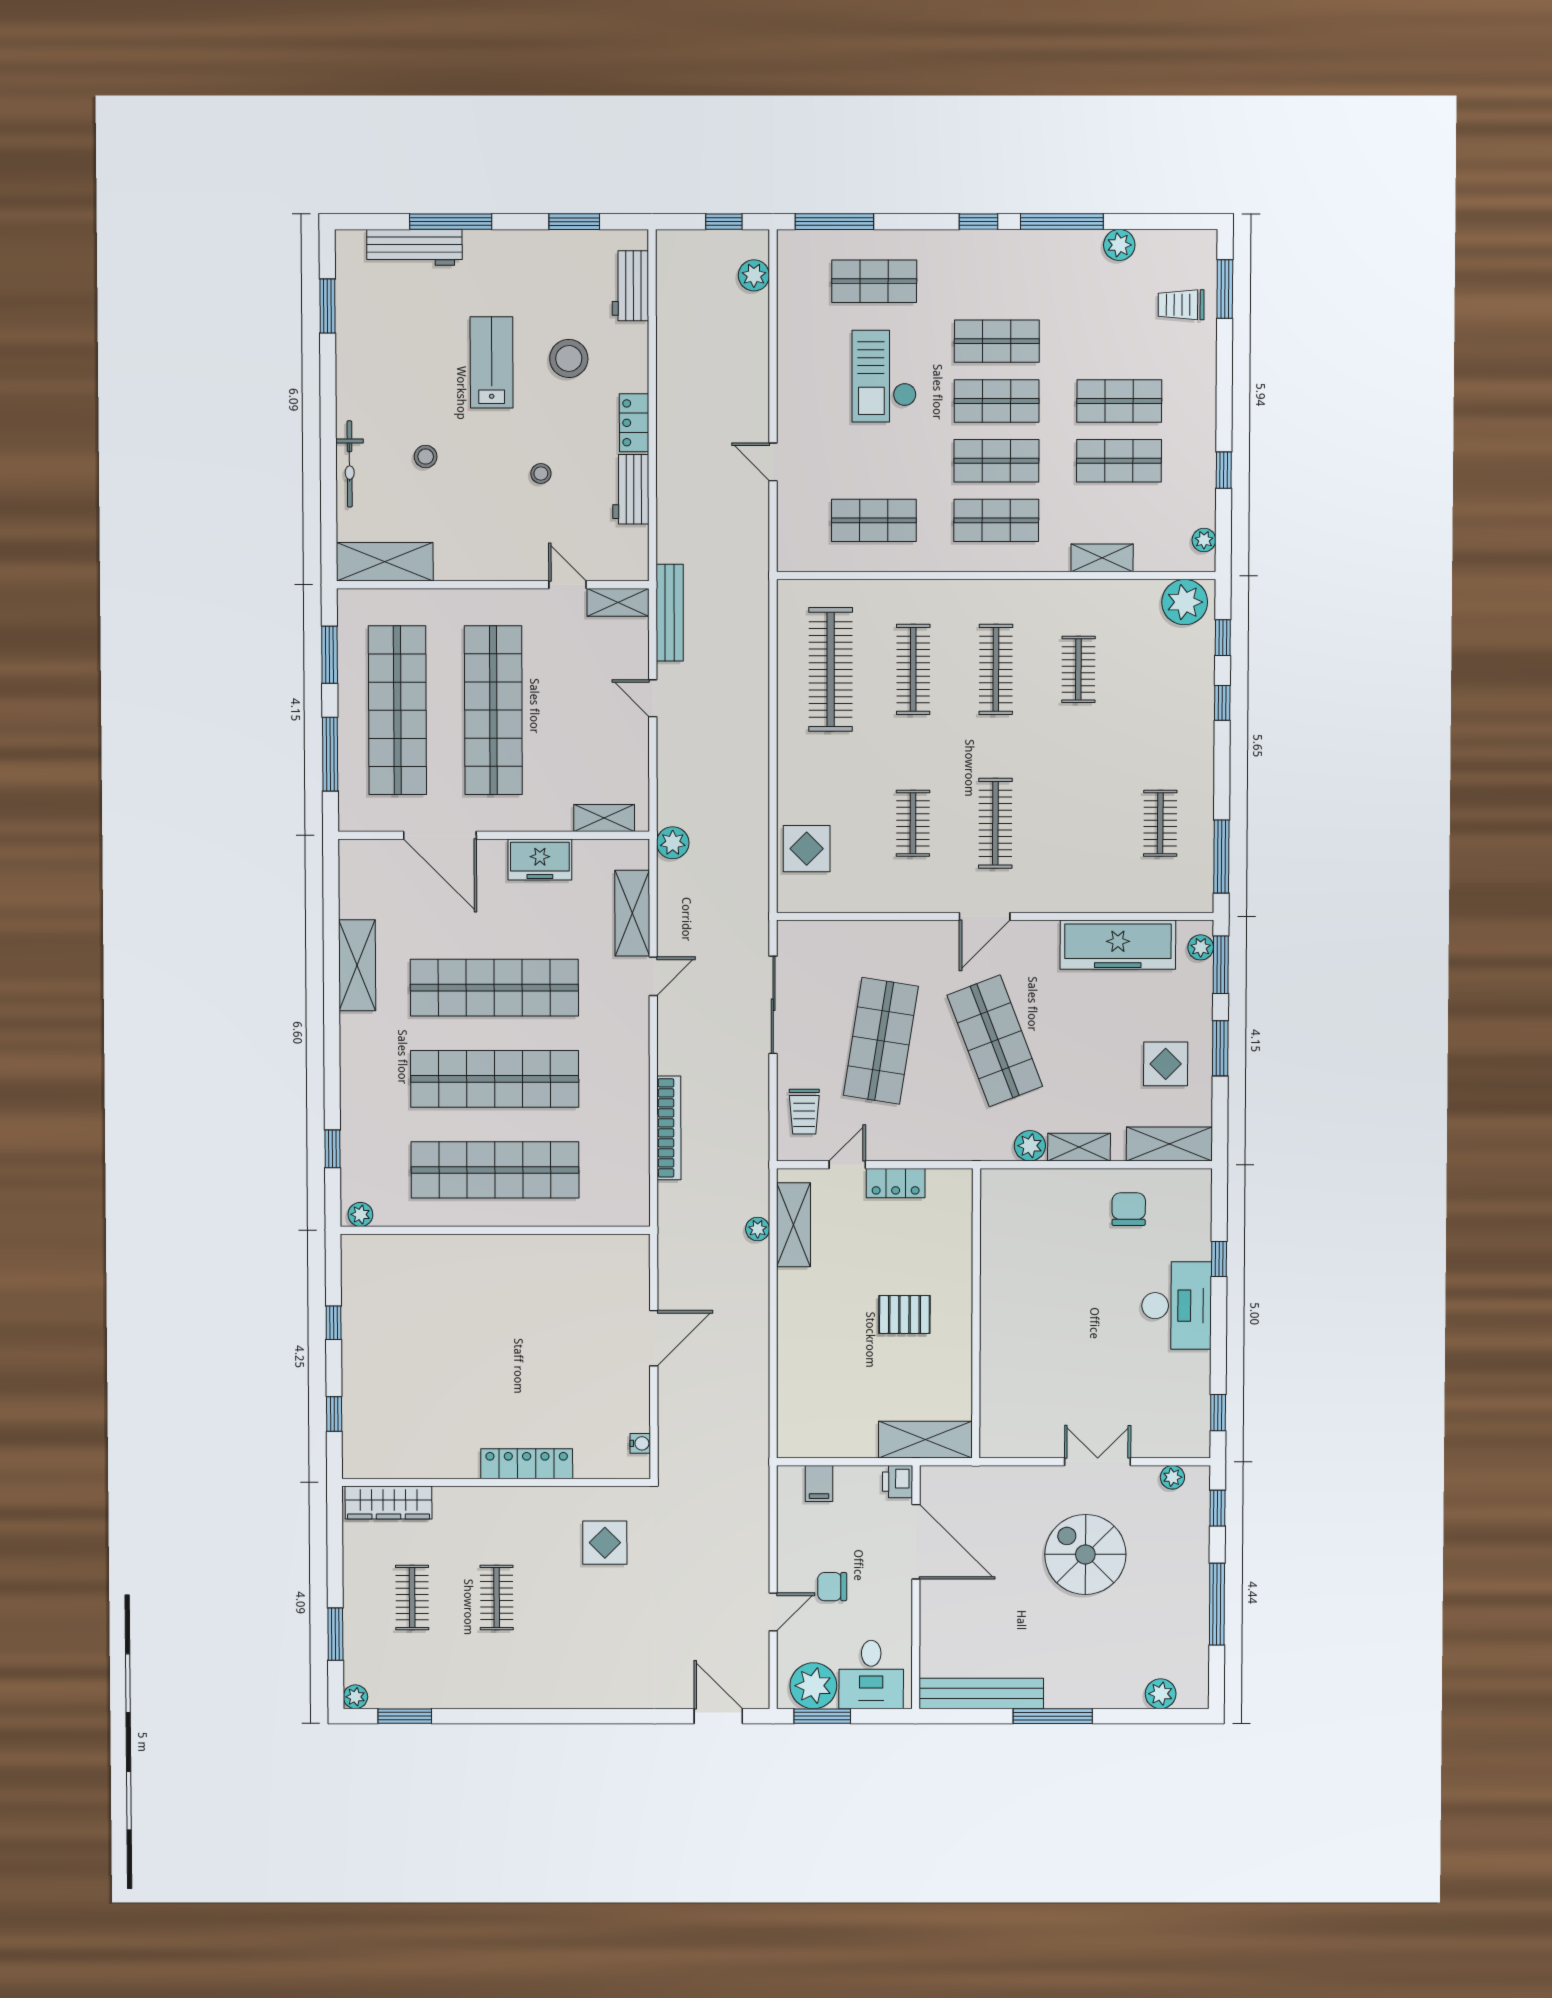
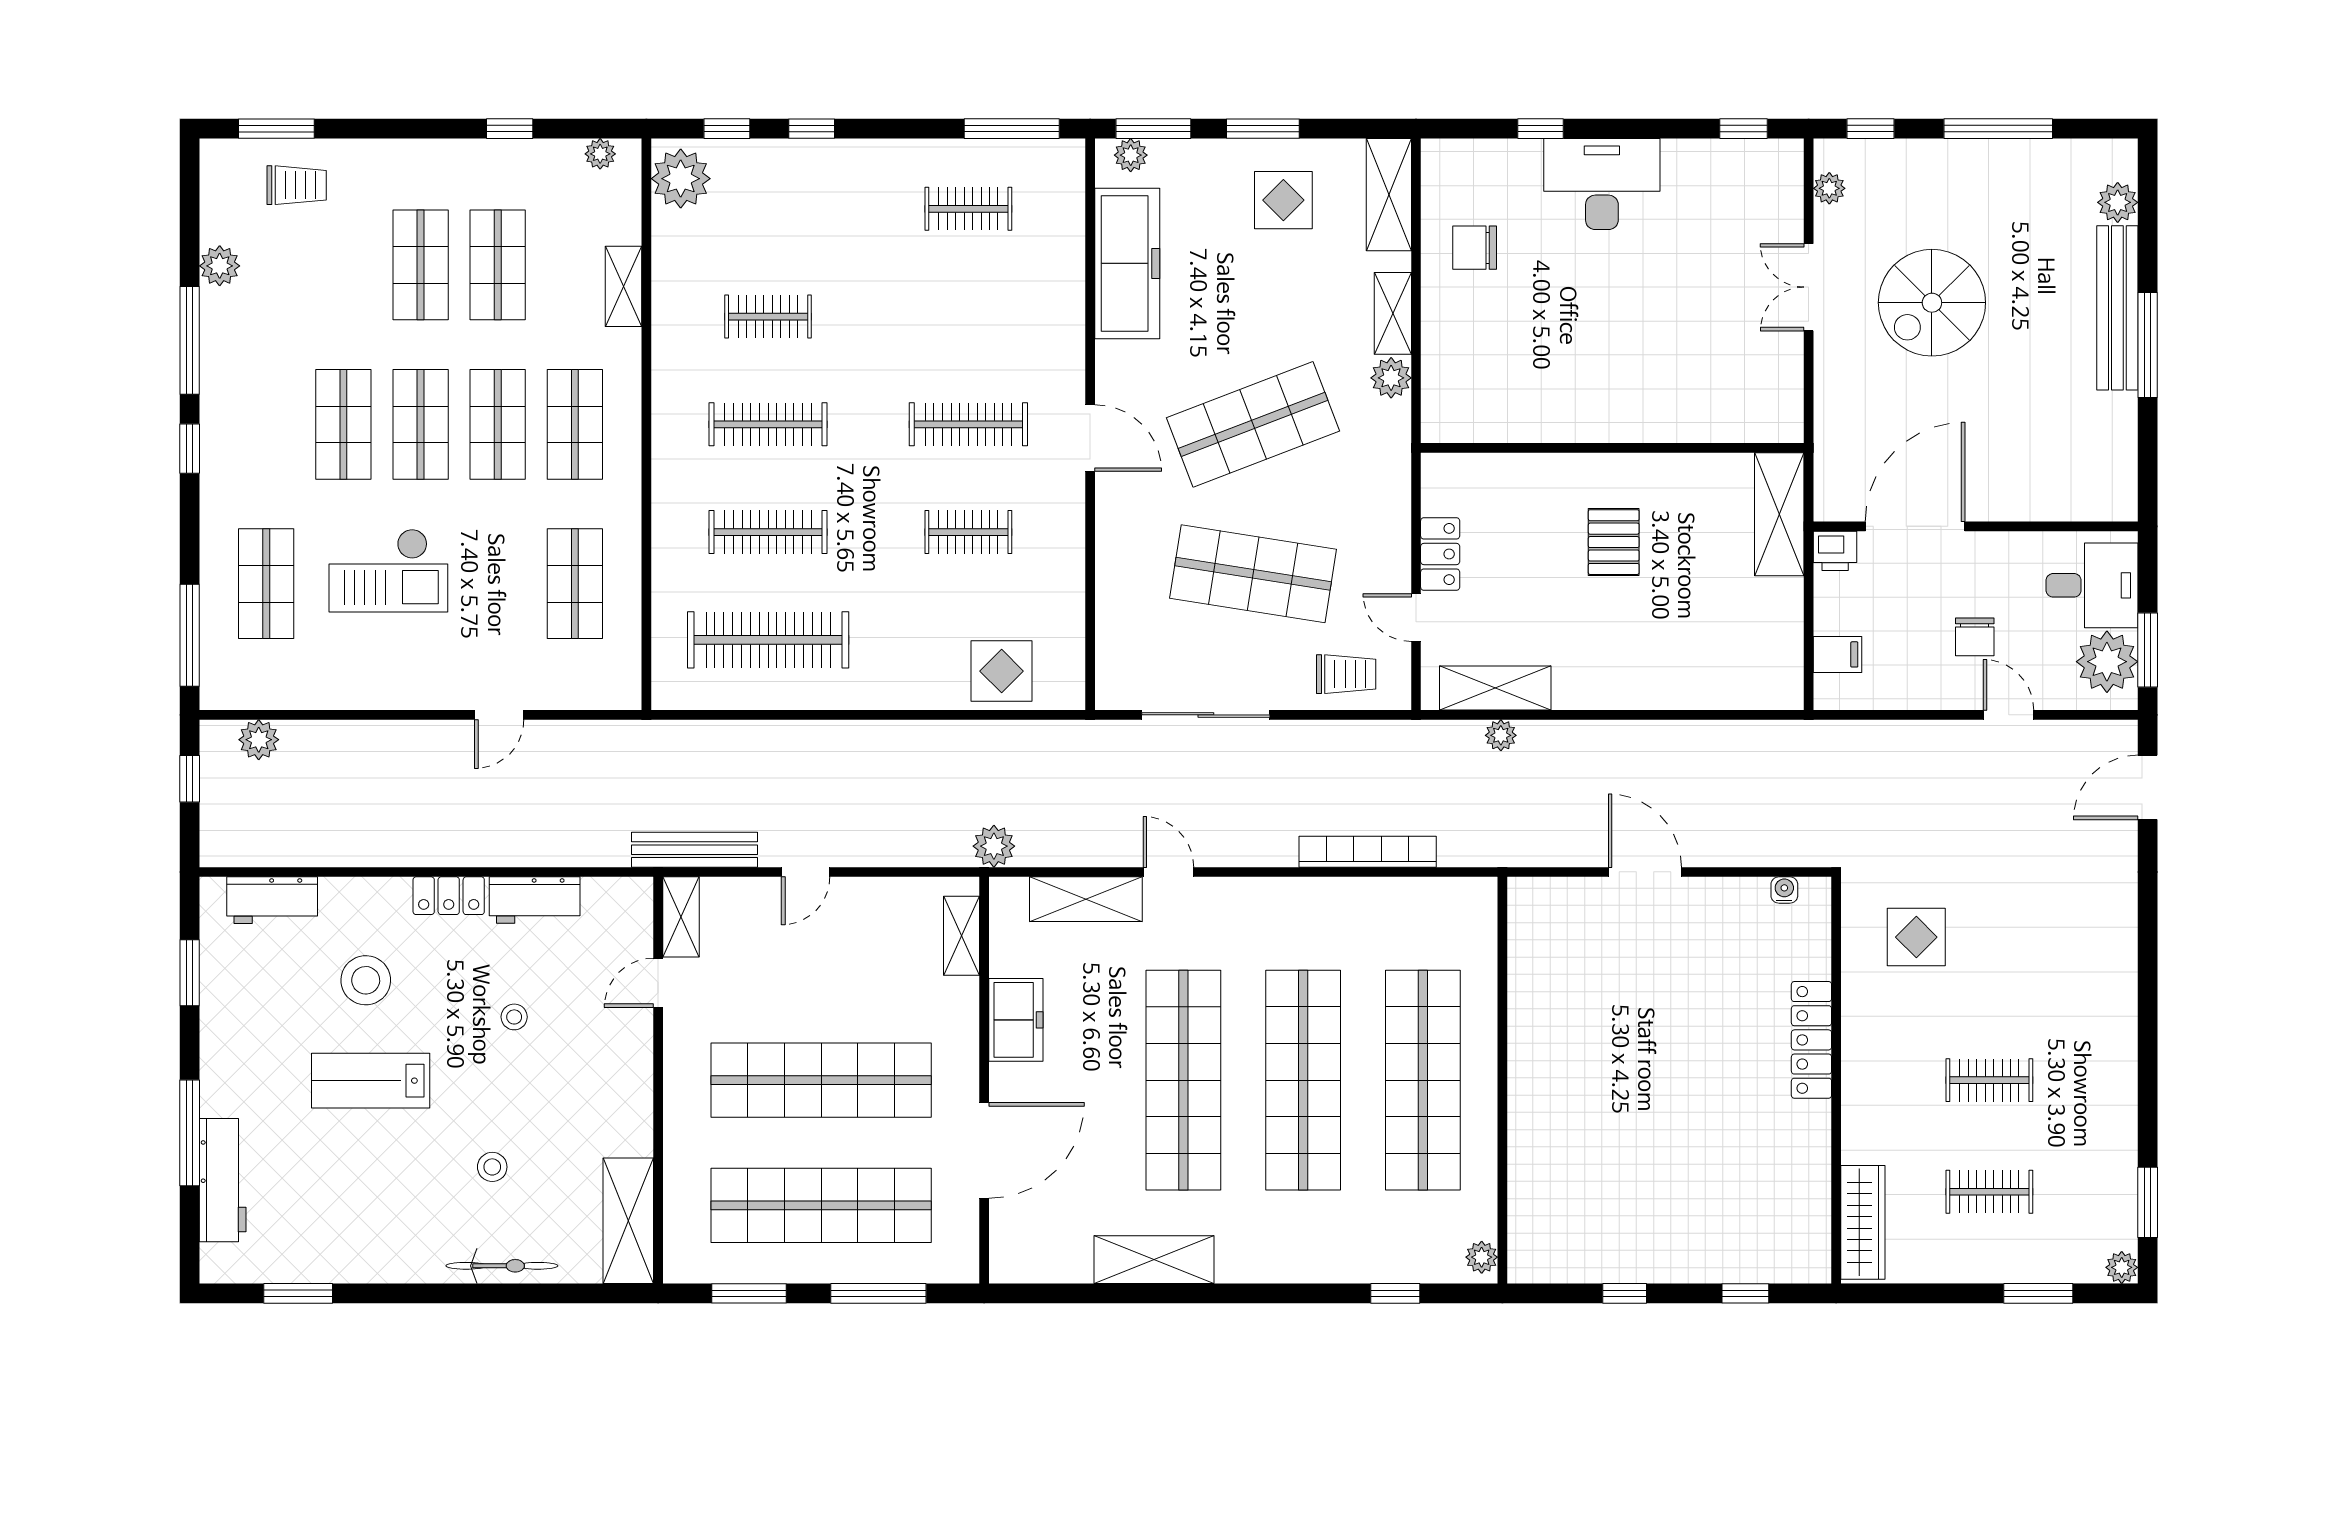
trolley: (1181, 305) -> (297, 185), turned -90
bench: (981, 1693) -> (2117, 308), moved

